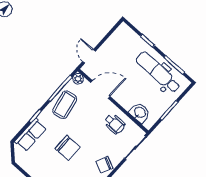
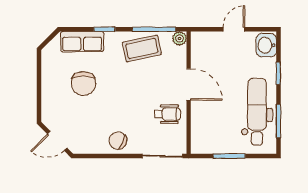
door: (89, 56) -> (234, 29), moved
door: (100, 89) -> (189, 84), moved
washbasin: (140, 113) -> (266, 45), moved, turned 180
wheelchair: (114, 124) -> (167, 114), turned -90
chair: (68, 148) -> (83, 84), moved

